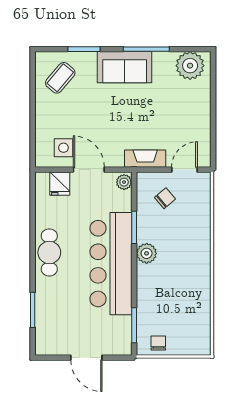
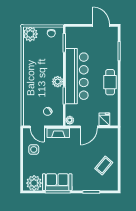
sofa: (125, 67) -> (57, 182), moved
coffee table: (60, 78) -> (104, 165), moved
side table: (63, 148) -> (34, 149), moved
door: (89, 170) -> (89, 127), hinge flipped
door: (184, 170) -> (37, 127), hinge flipped
plant: (197, 342) -> (30, 34), added
door: (86, 358) -> (101, 25), moved

